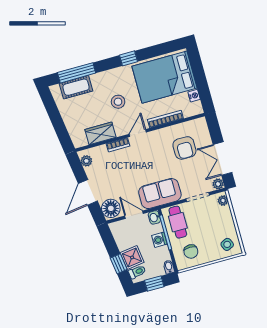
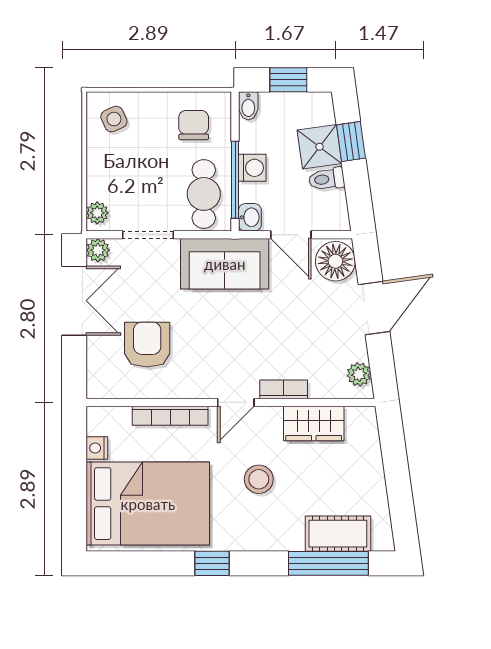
toilet: (137, 272) -> (327, 179), moved

